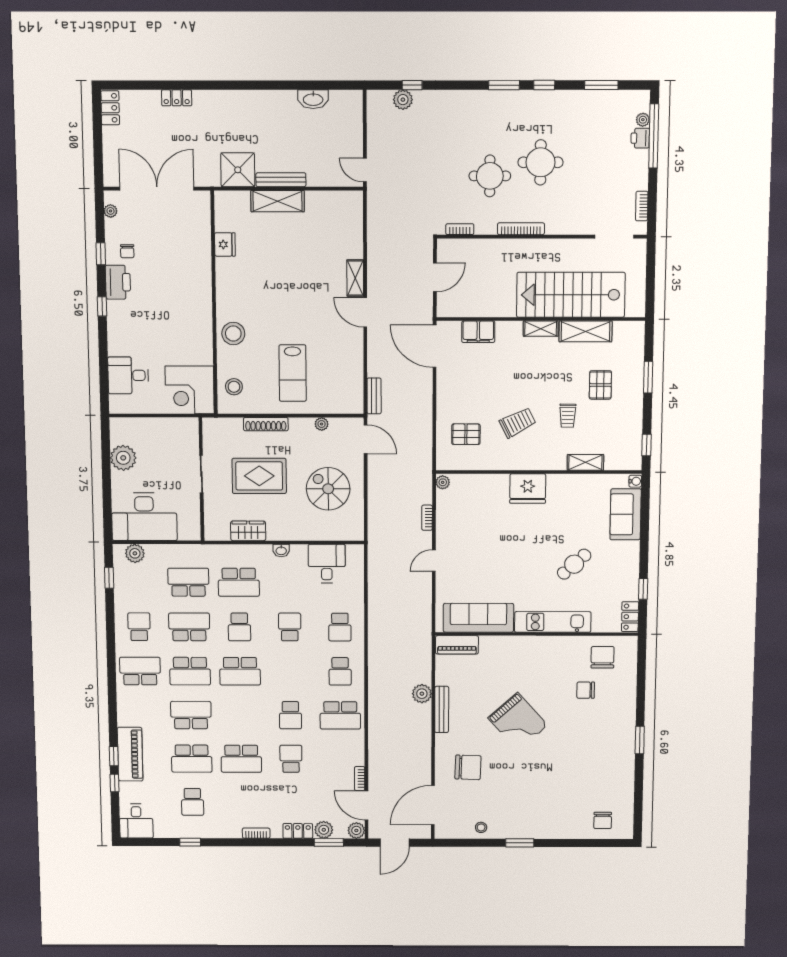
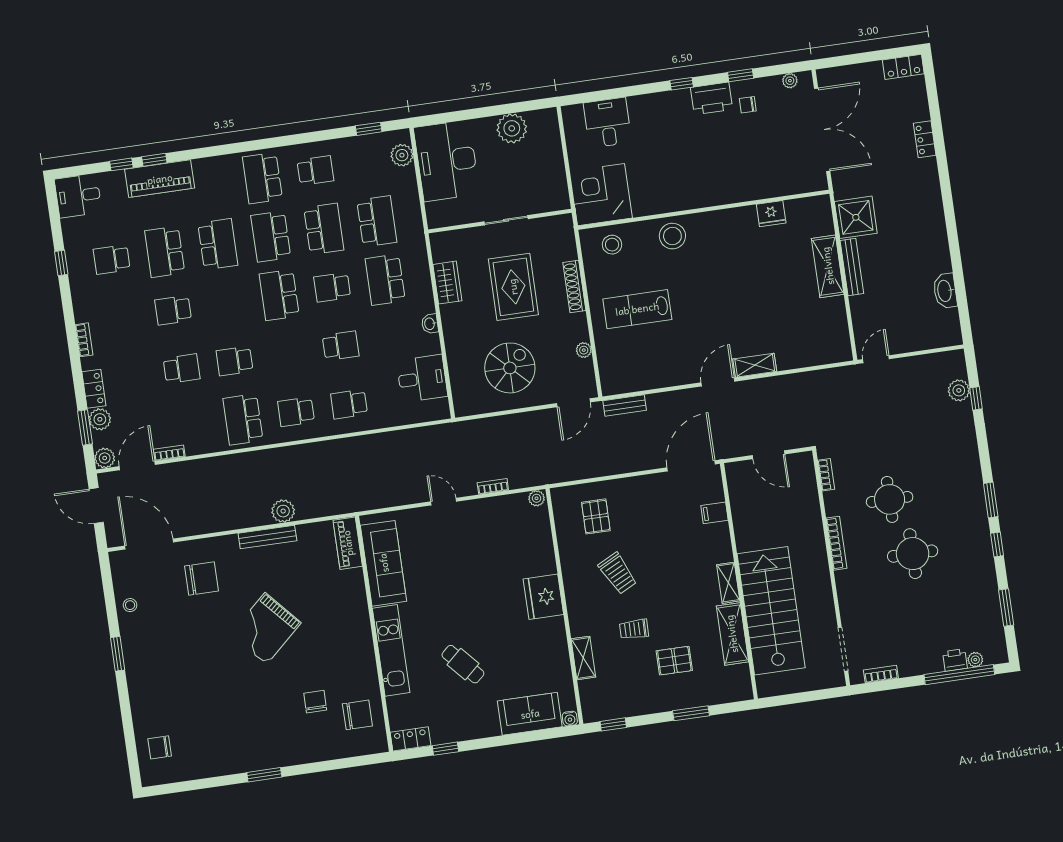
filing cabinet: (478, 332) -> (715, 513), width x0.50
school desk: (140, 671) -> (262, 178), turned 180
school desk: (241, 759) -> (173, 310), width x0.54
chair: (468, 767) -> (202, 578), turned -92

